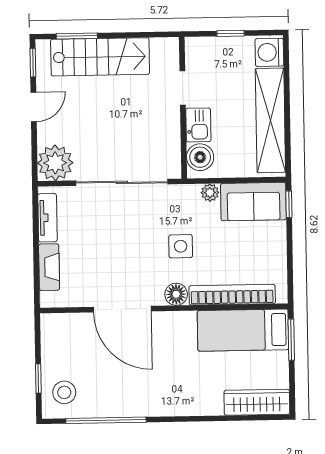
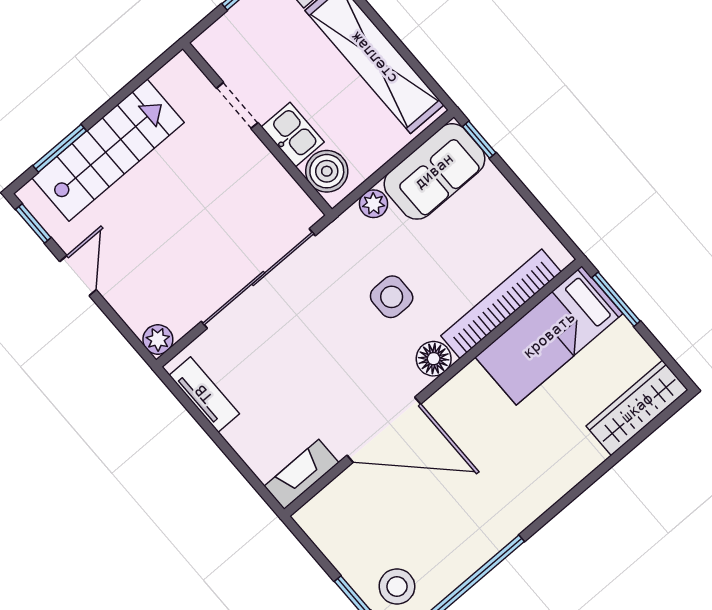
plant: (55, 163) -> (158, 339), width x0.53, depth x0.53
fireplace: (49, 267) -> (302, 474), moved, turned -90

